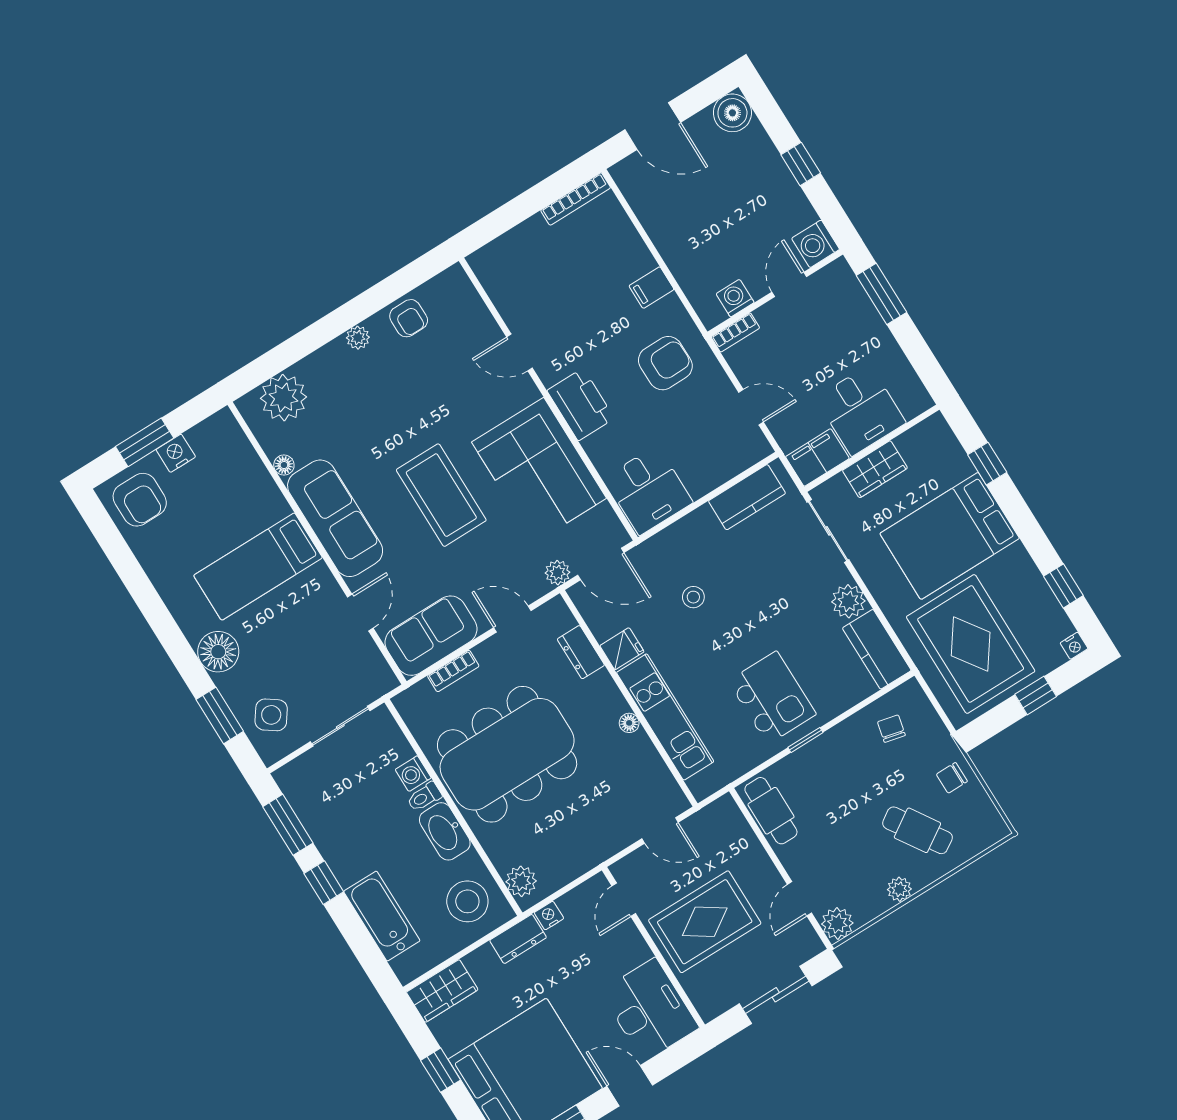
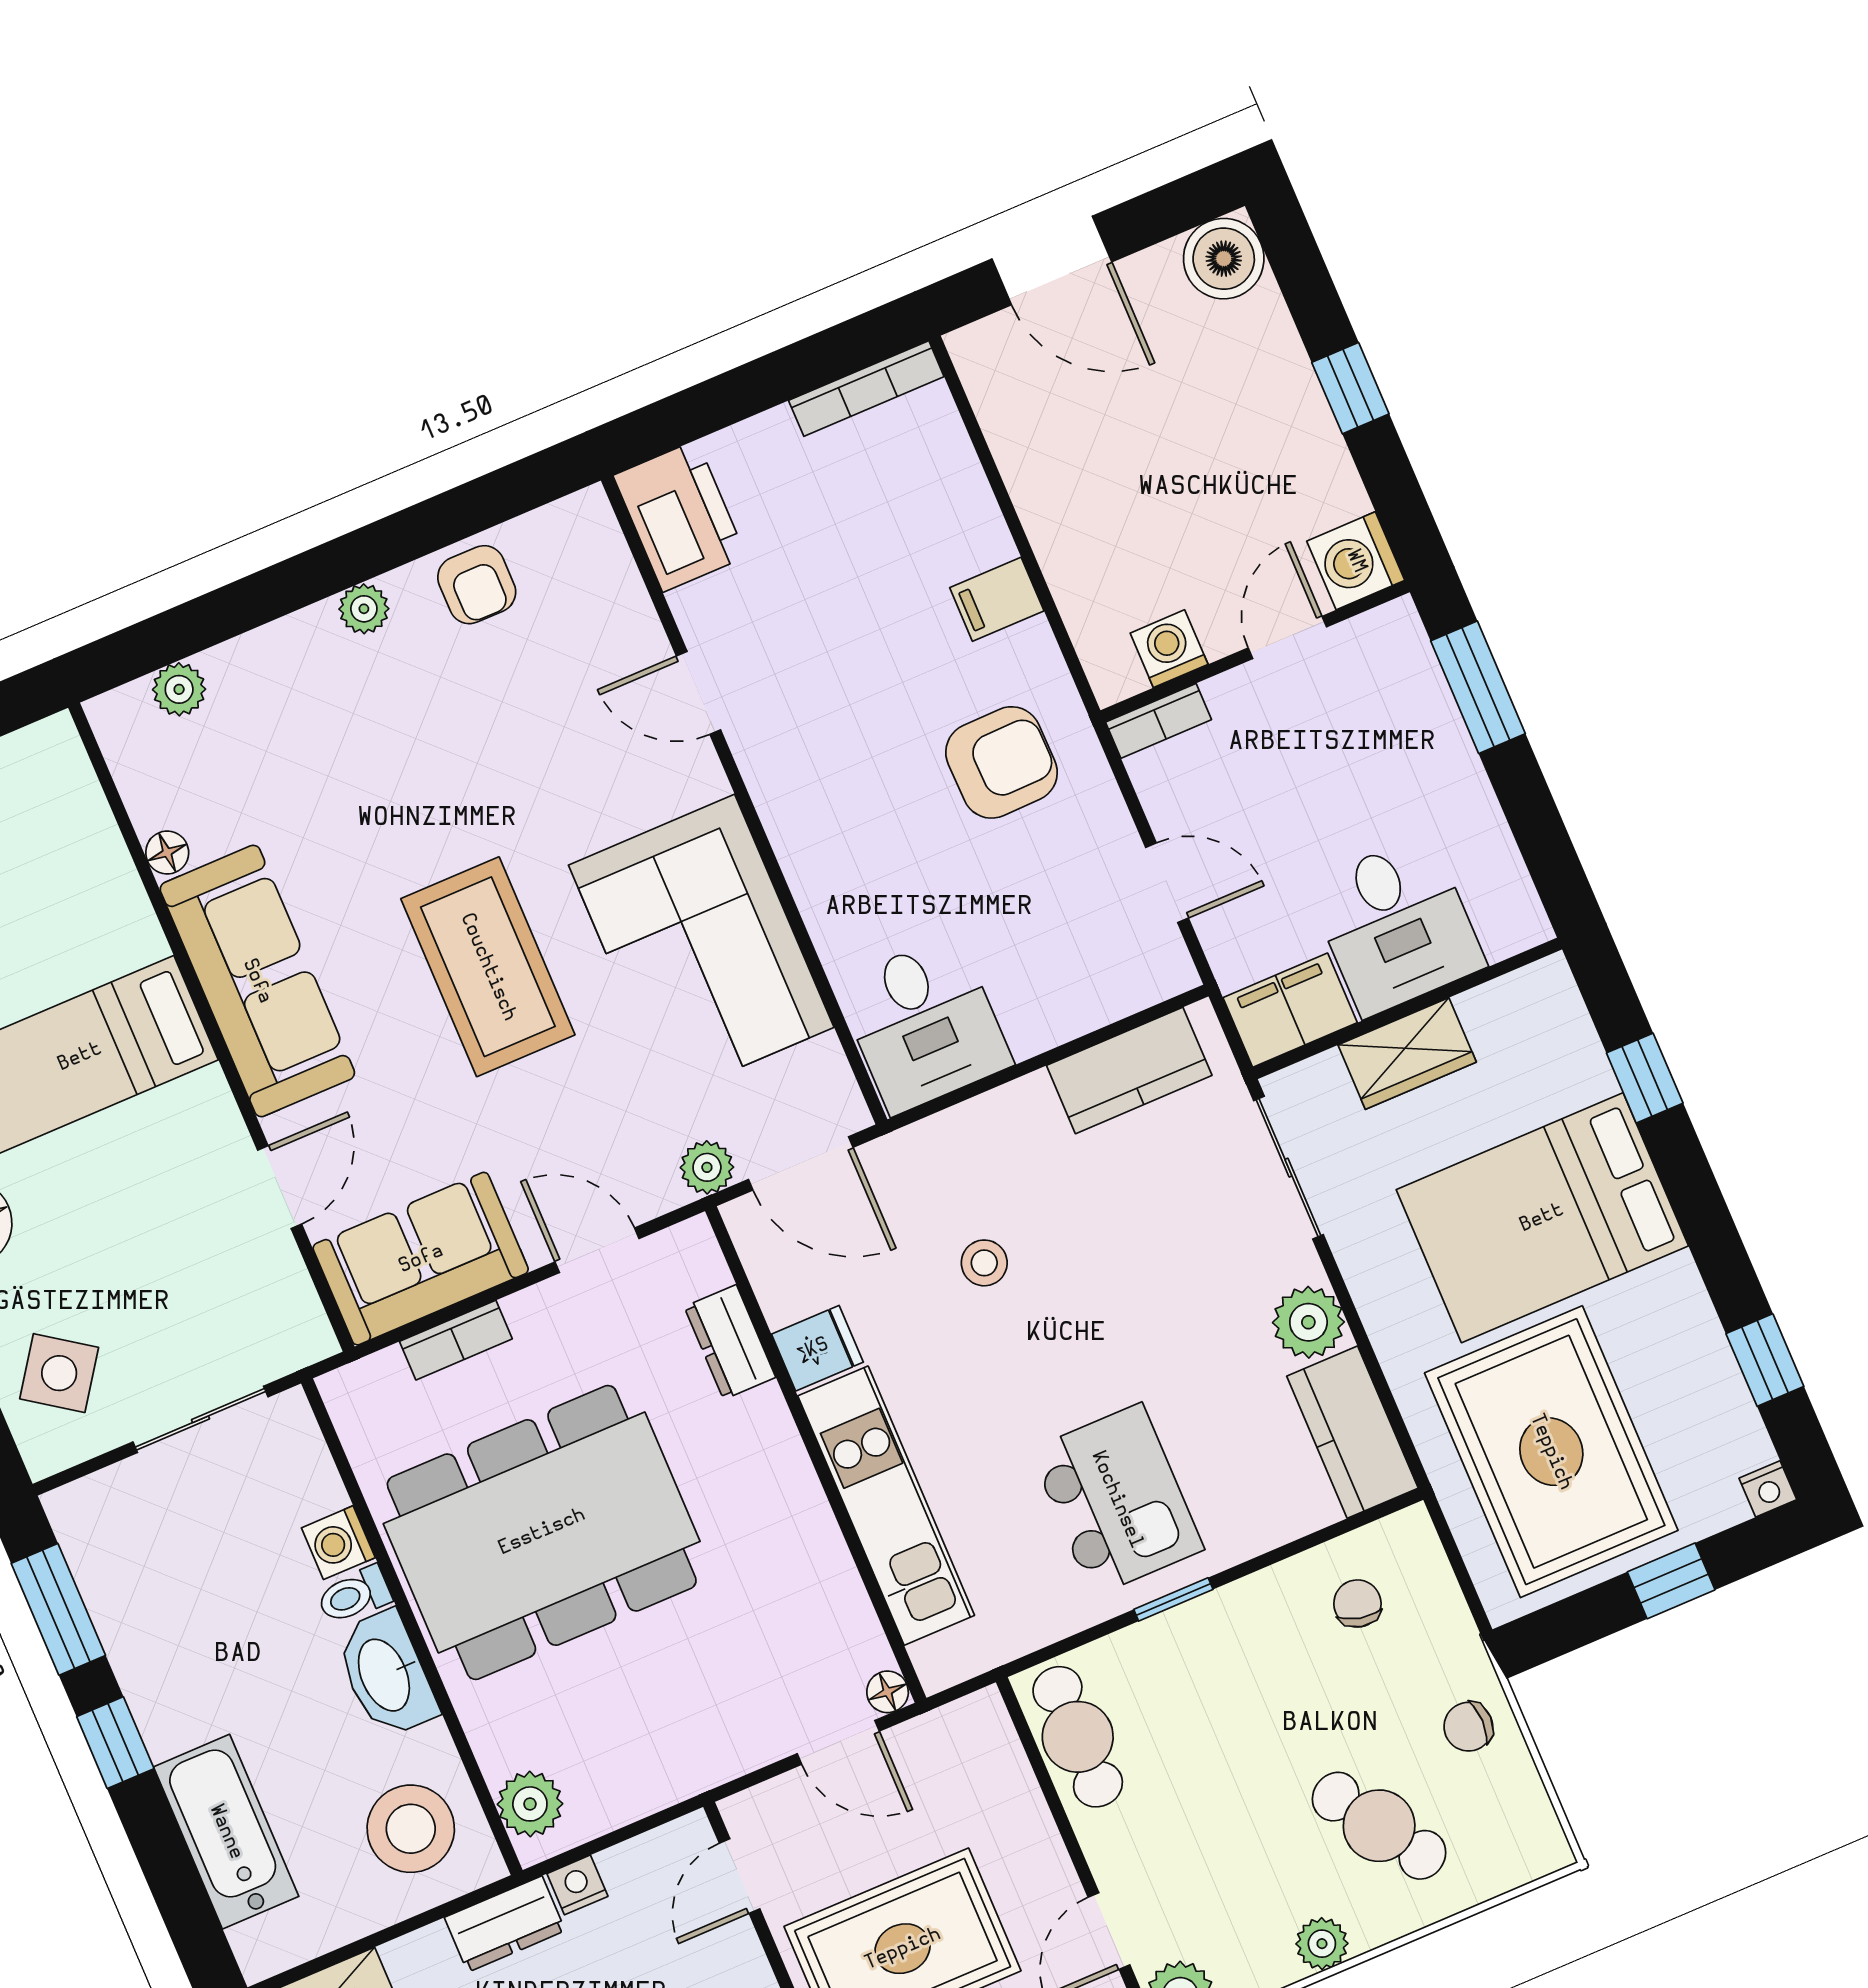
plant: (283, 398) -> (179, 689), width x0.53, depth x0.53
printer: (581, 405) -> (680, 516), moved
floor lamp: (629, 723) -> (888, 1692), moved

